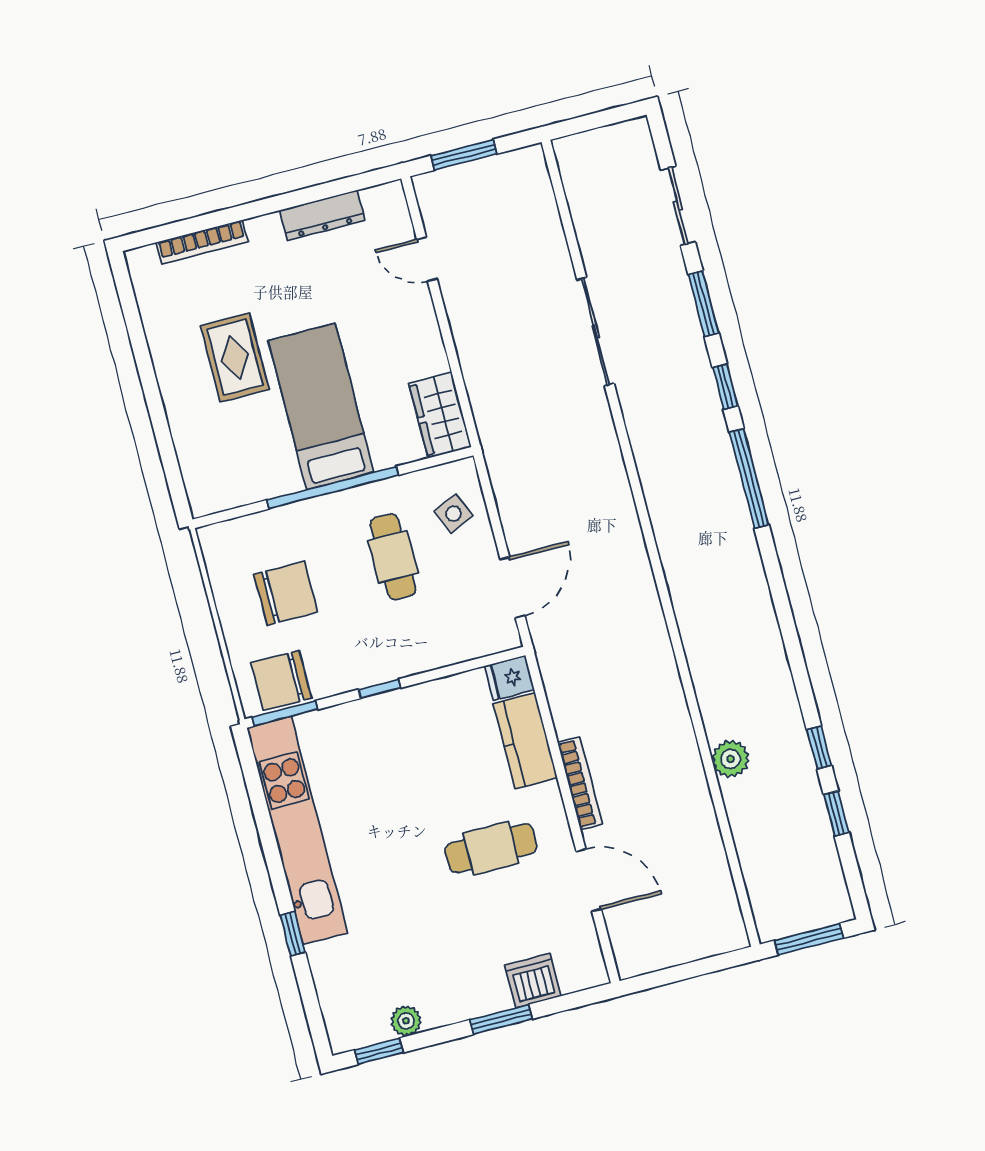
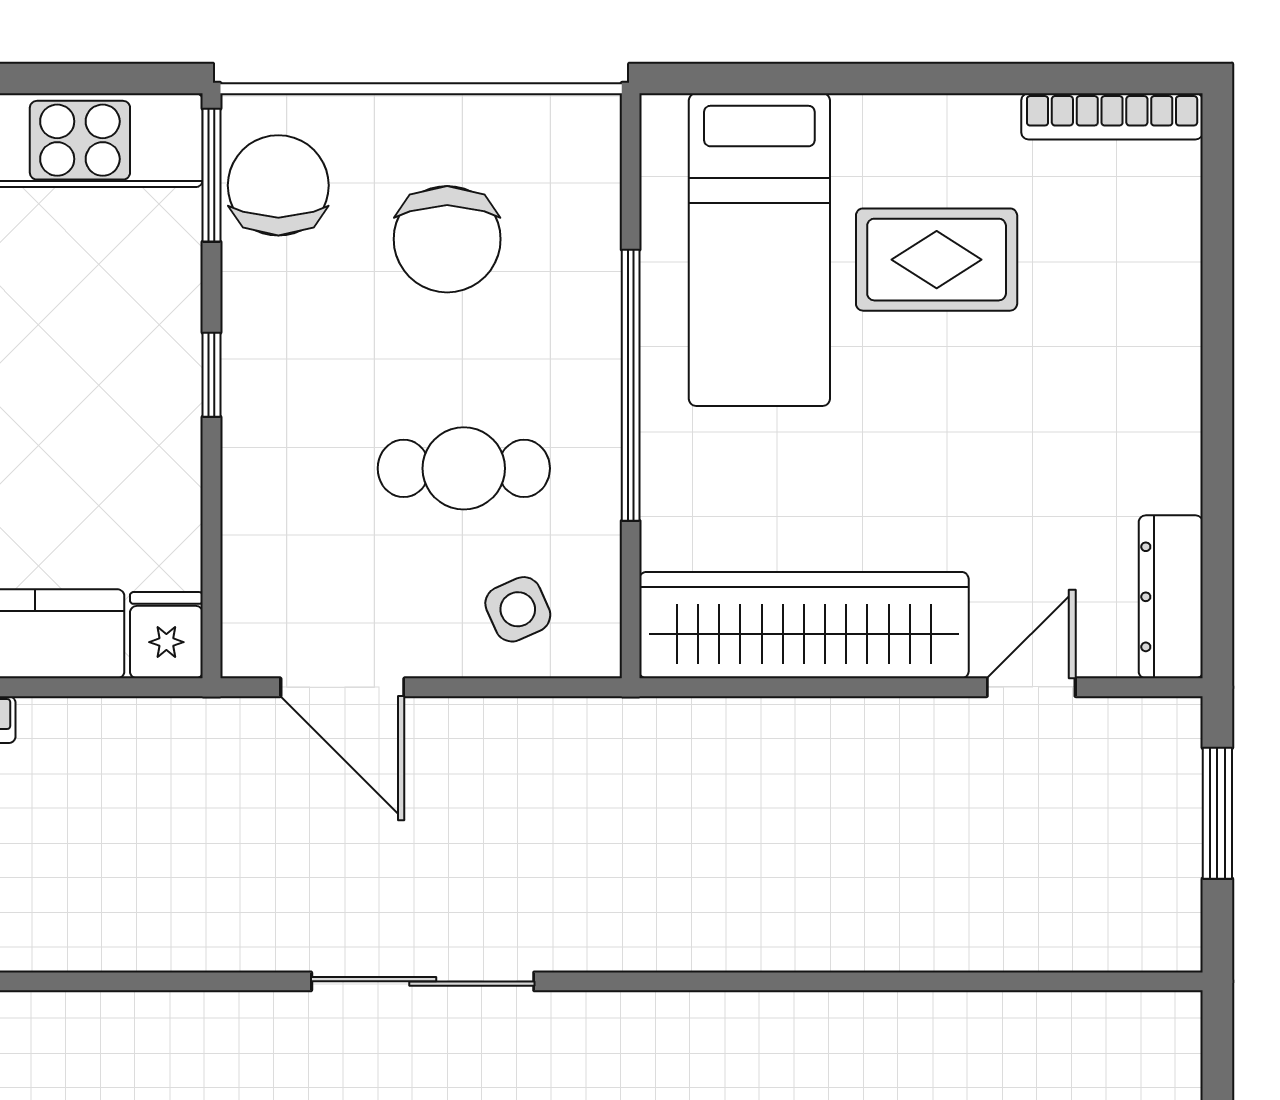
dresser: (322, 215) -> (1171, 597), moved
bookcase: (202, 242) -> (1112, 116), moved, turned -90
sliding door: (596, 332) -> (423, 981), moved
bed: (321, 407) -> (759, 250), moved, turned 90
wardrobe: (440, 415) -> (804, 625), width x2.10, depth x1.17

